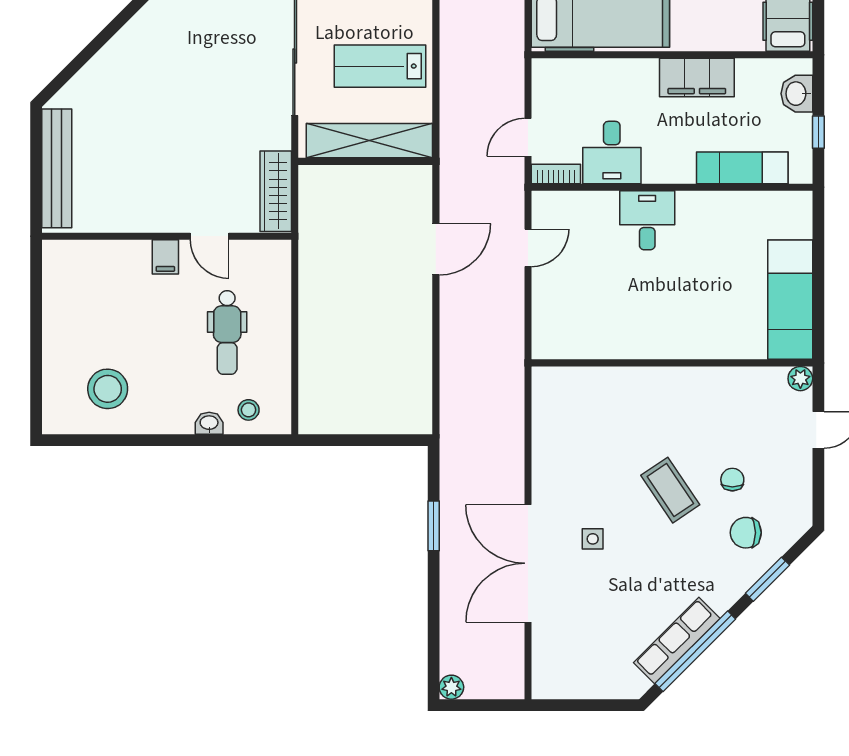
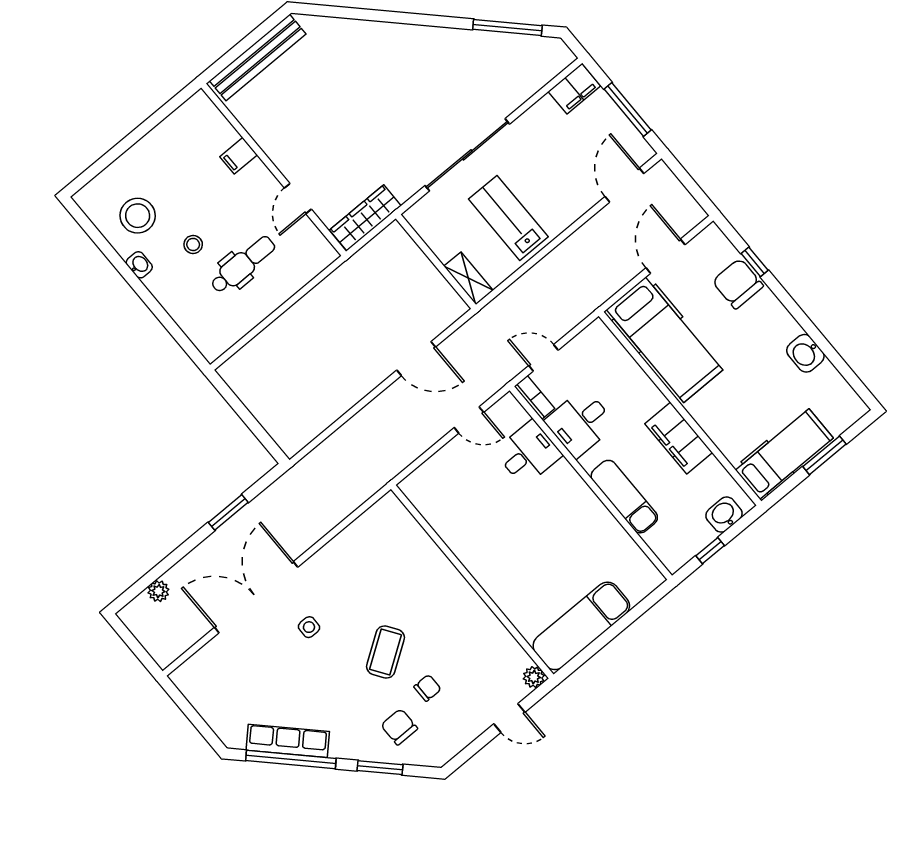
shelving: (369, 141) -> (468, 278), width x0.45, depth x0.75
exam couch: (742, 168) -> (624, 497), moved
desk: (647, 220) -> (528, 453), moved
filing cabinet: (165, 257) -> (239, 156), moved
dental chair: (227, 332) -> (243, 265), turned 180
stool: (249, 410) -> (193, 244), moved
washbasin: (209, 423) -> (139, 265), moved
plant: (451, 687) -> (158, 591), moved

